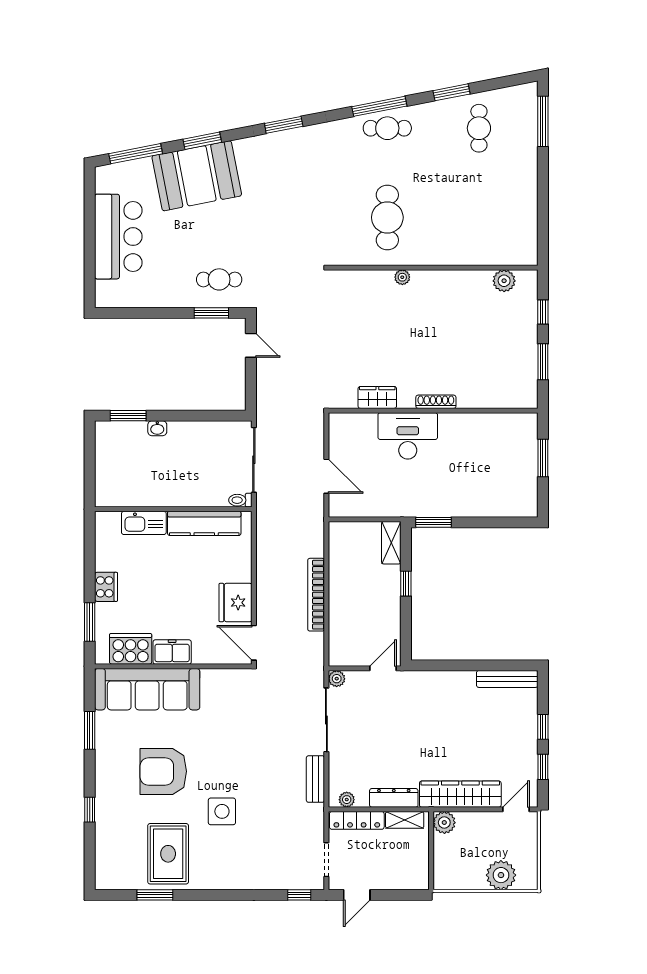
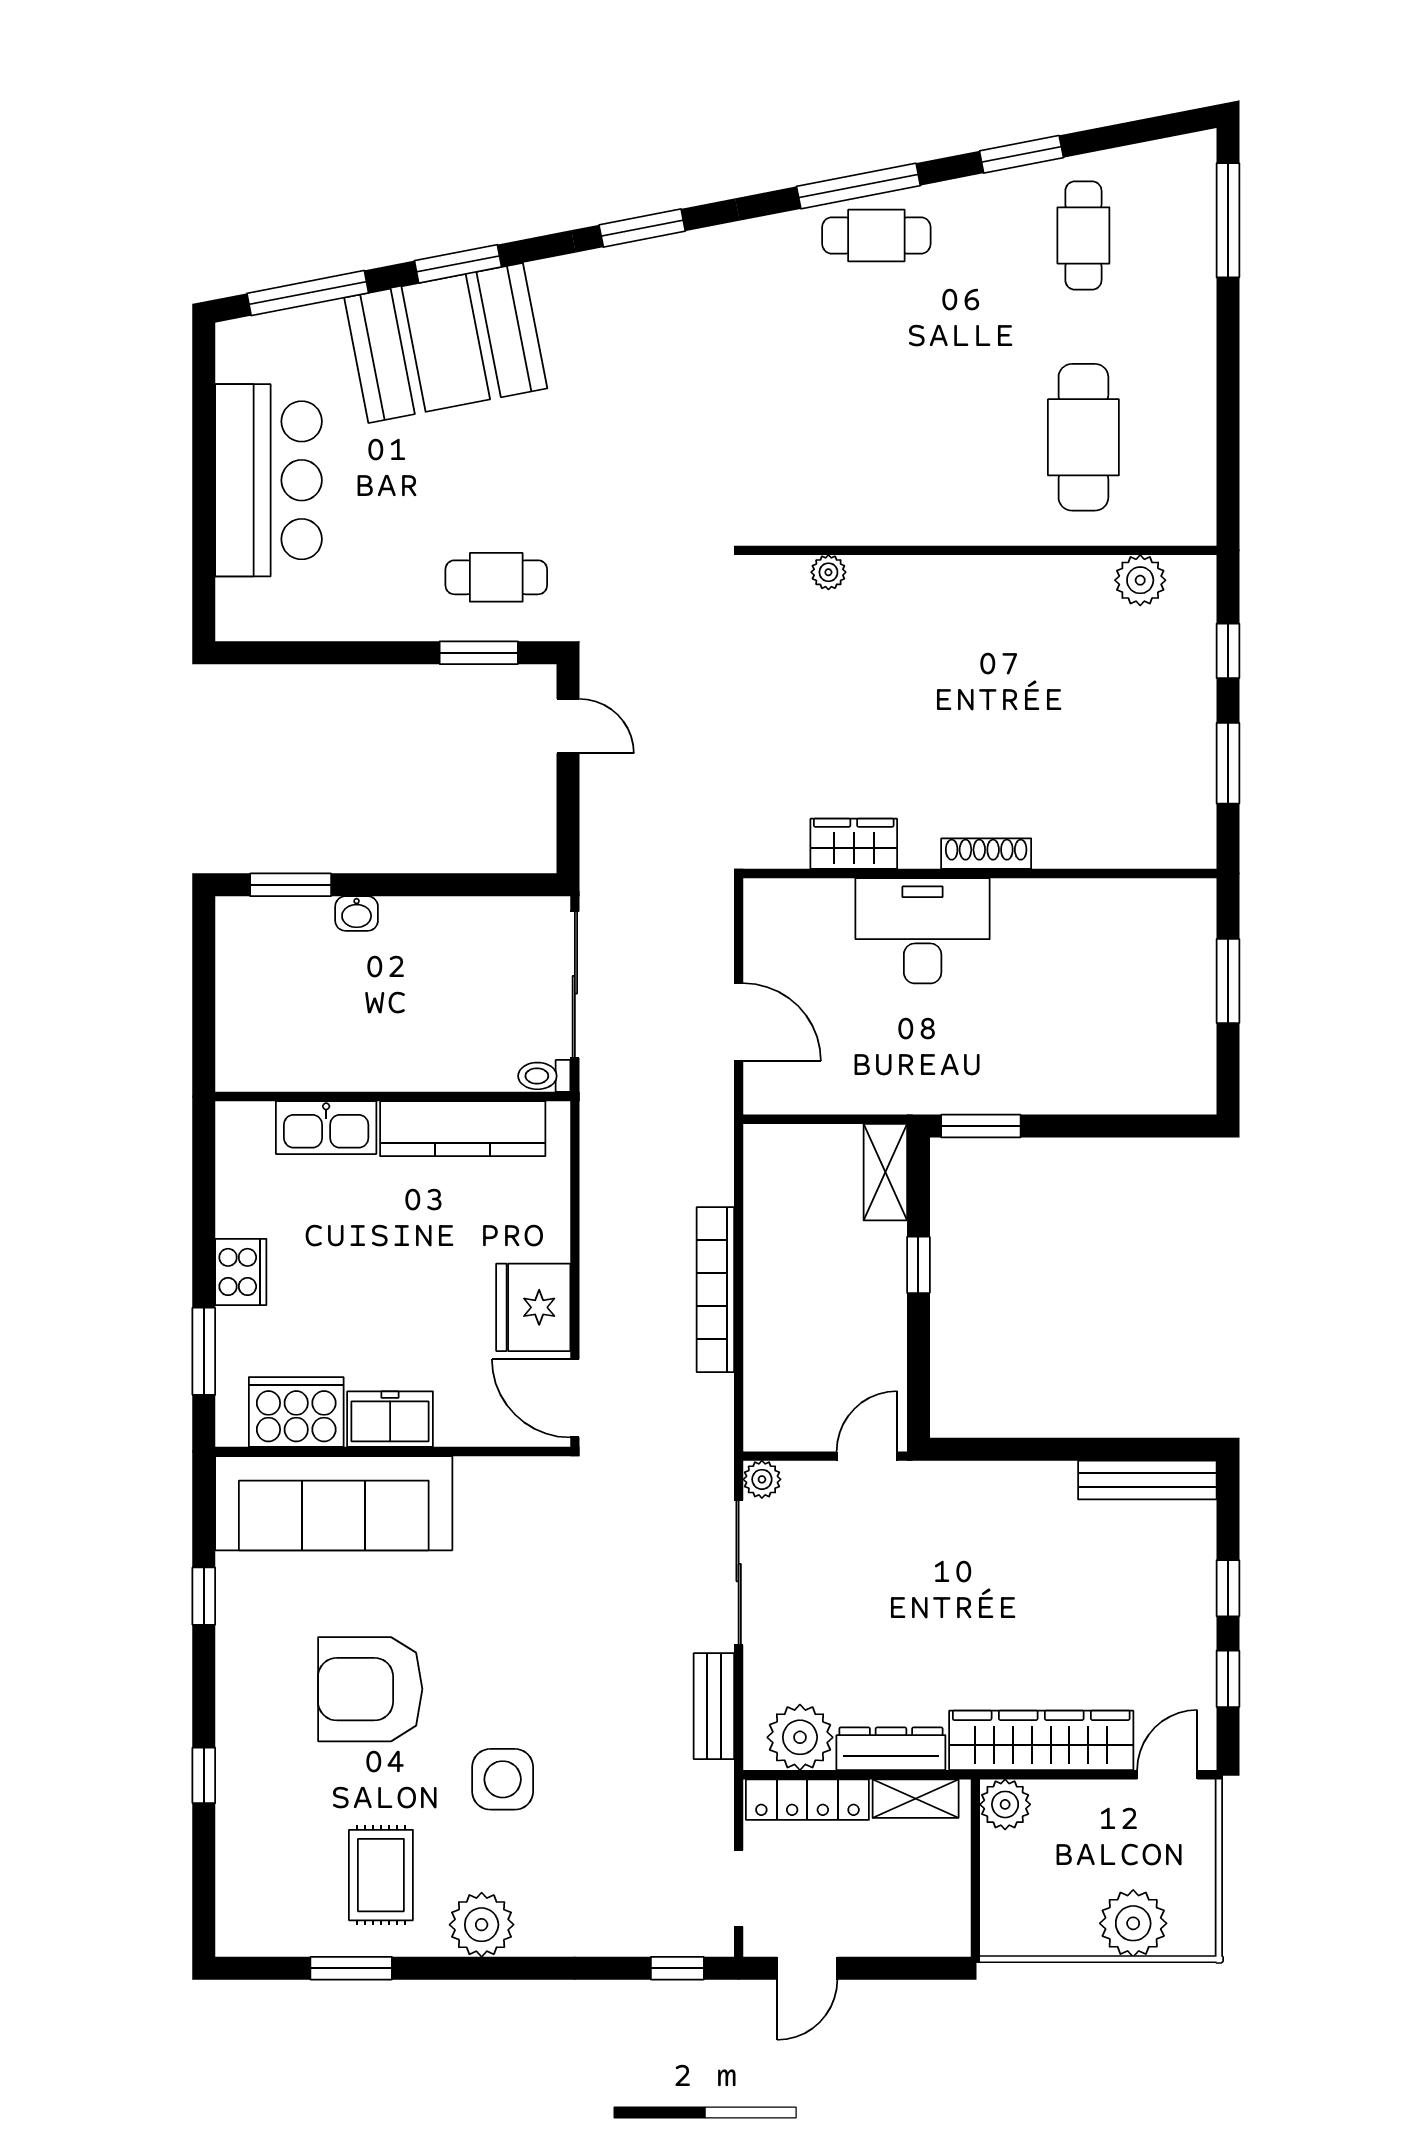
cafe table: (387, 217) -> (1083, 437), moved
plant: (402, 277) -> (828, 572), moved
window: (90, 730) -> (204, 1596), width x0.67
plant: (347, 800) -> (800, 1737), width x1.88, depth x1.88
rug: (168, 854) -> (381, 1875), width x0.73, depth x0.70
plant: (213, 876) -> (482, 1925), added

